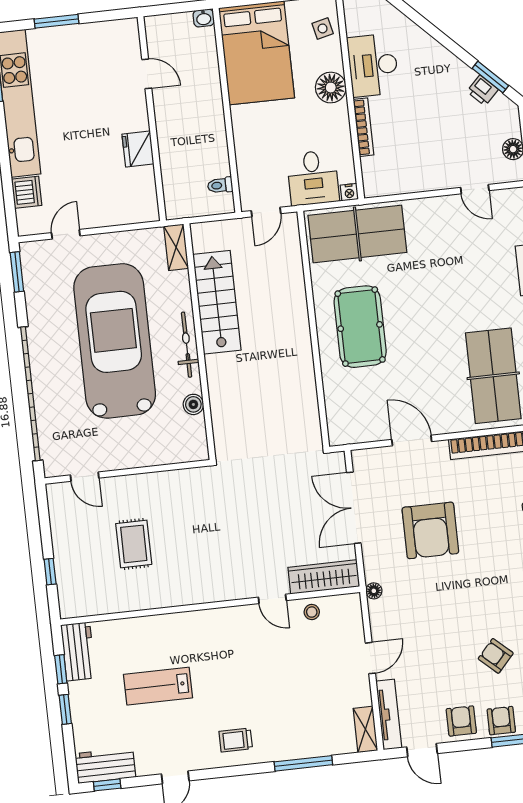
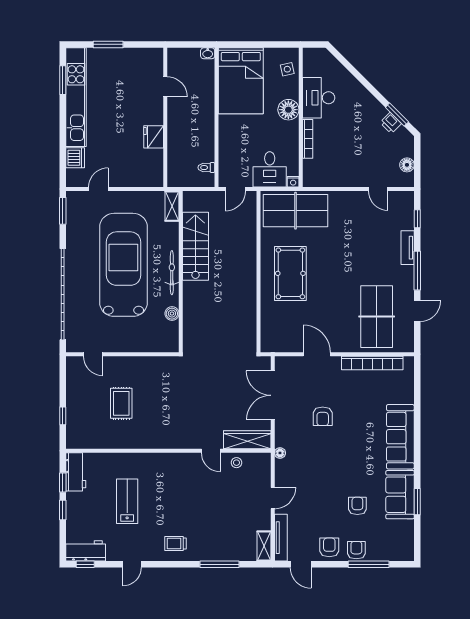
armchair: (430, 530) -> (323, 416), width x0.53, depth x0.53
armchair: (496, 656) -> (357, 506), turned 48
lab bench: (158, 686) -> (127, 501), turned 90

